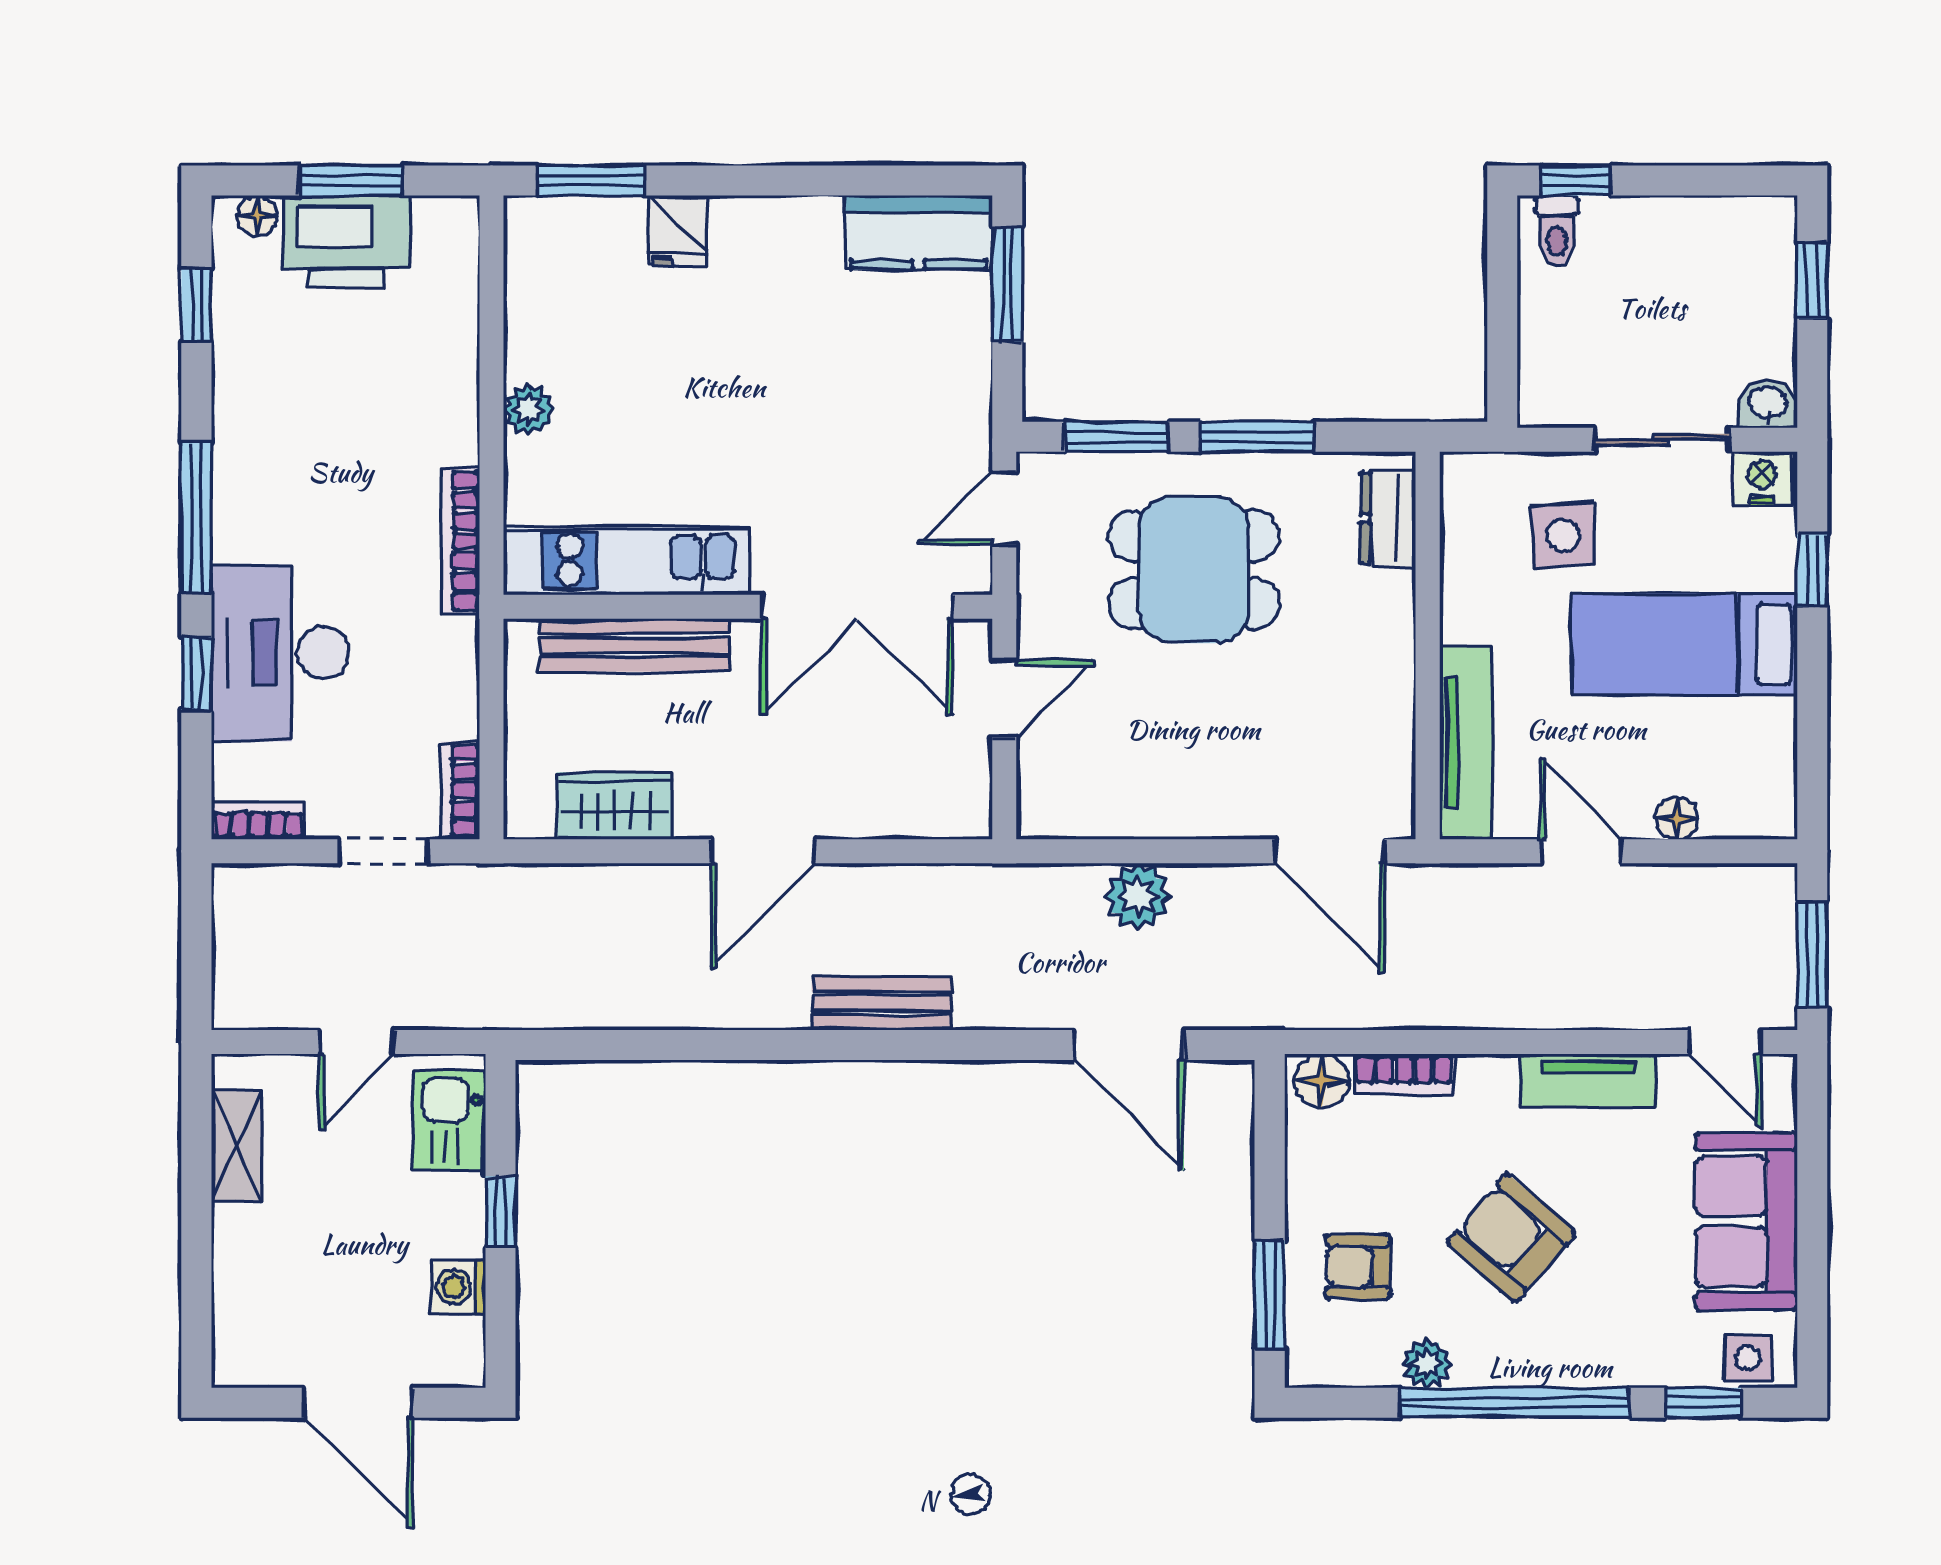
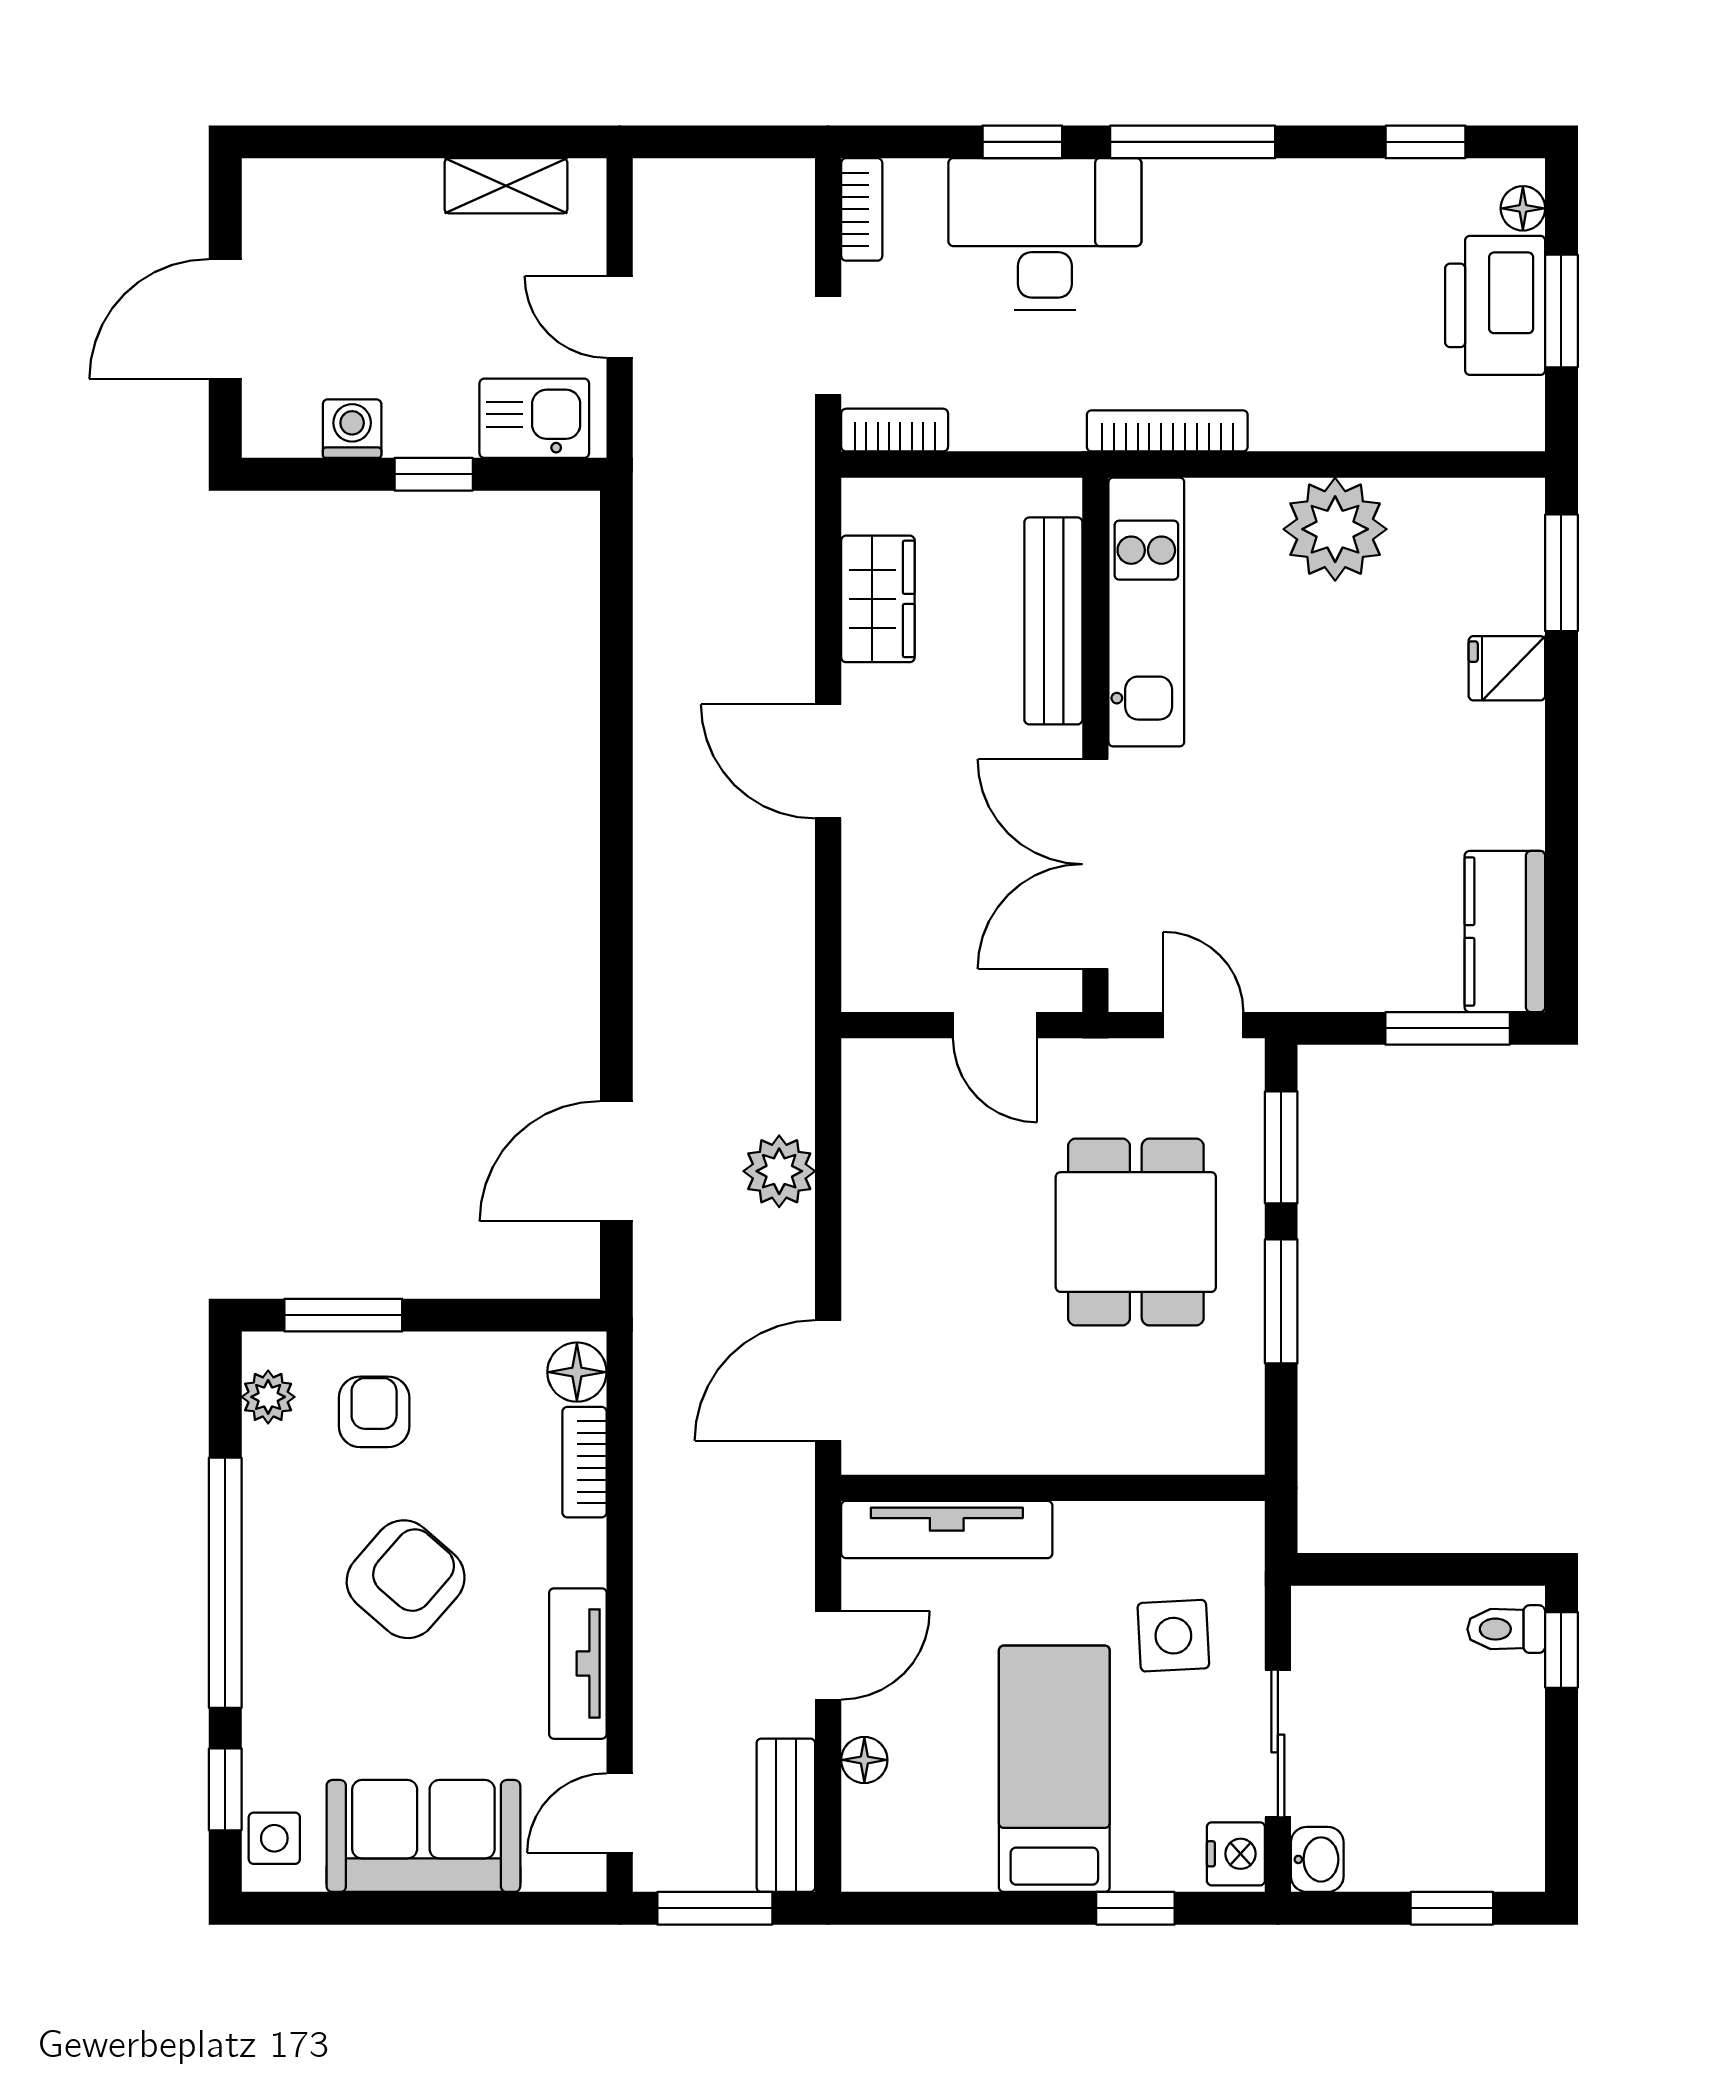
plant: (529, 410) -> (1335, 529), width x1.88, depth x1.88
dresser: (1388, 518) -> (1192, 1445), removed
bench: (882, 1003) -> (786, 1815), moved
plant: (1426, 1364) -> (268, 1397), moved

